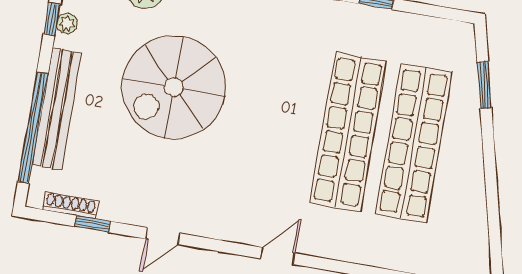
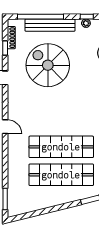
spiral stairs: (174, 87) -> (48, 65), moved

